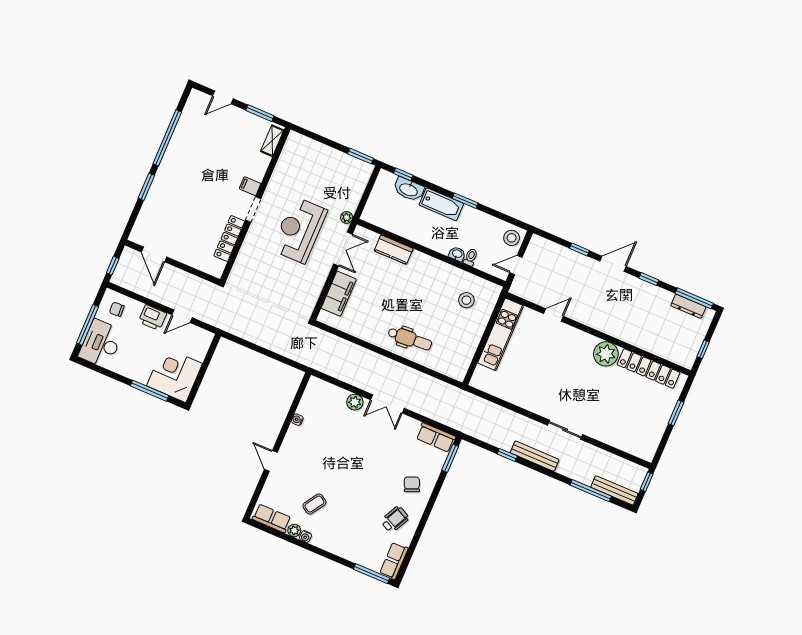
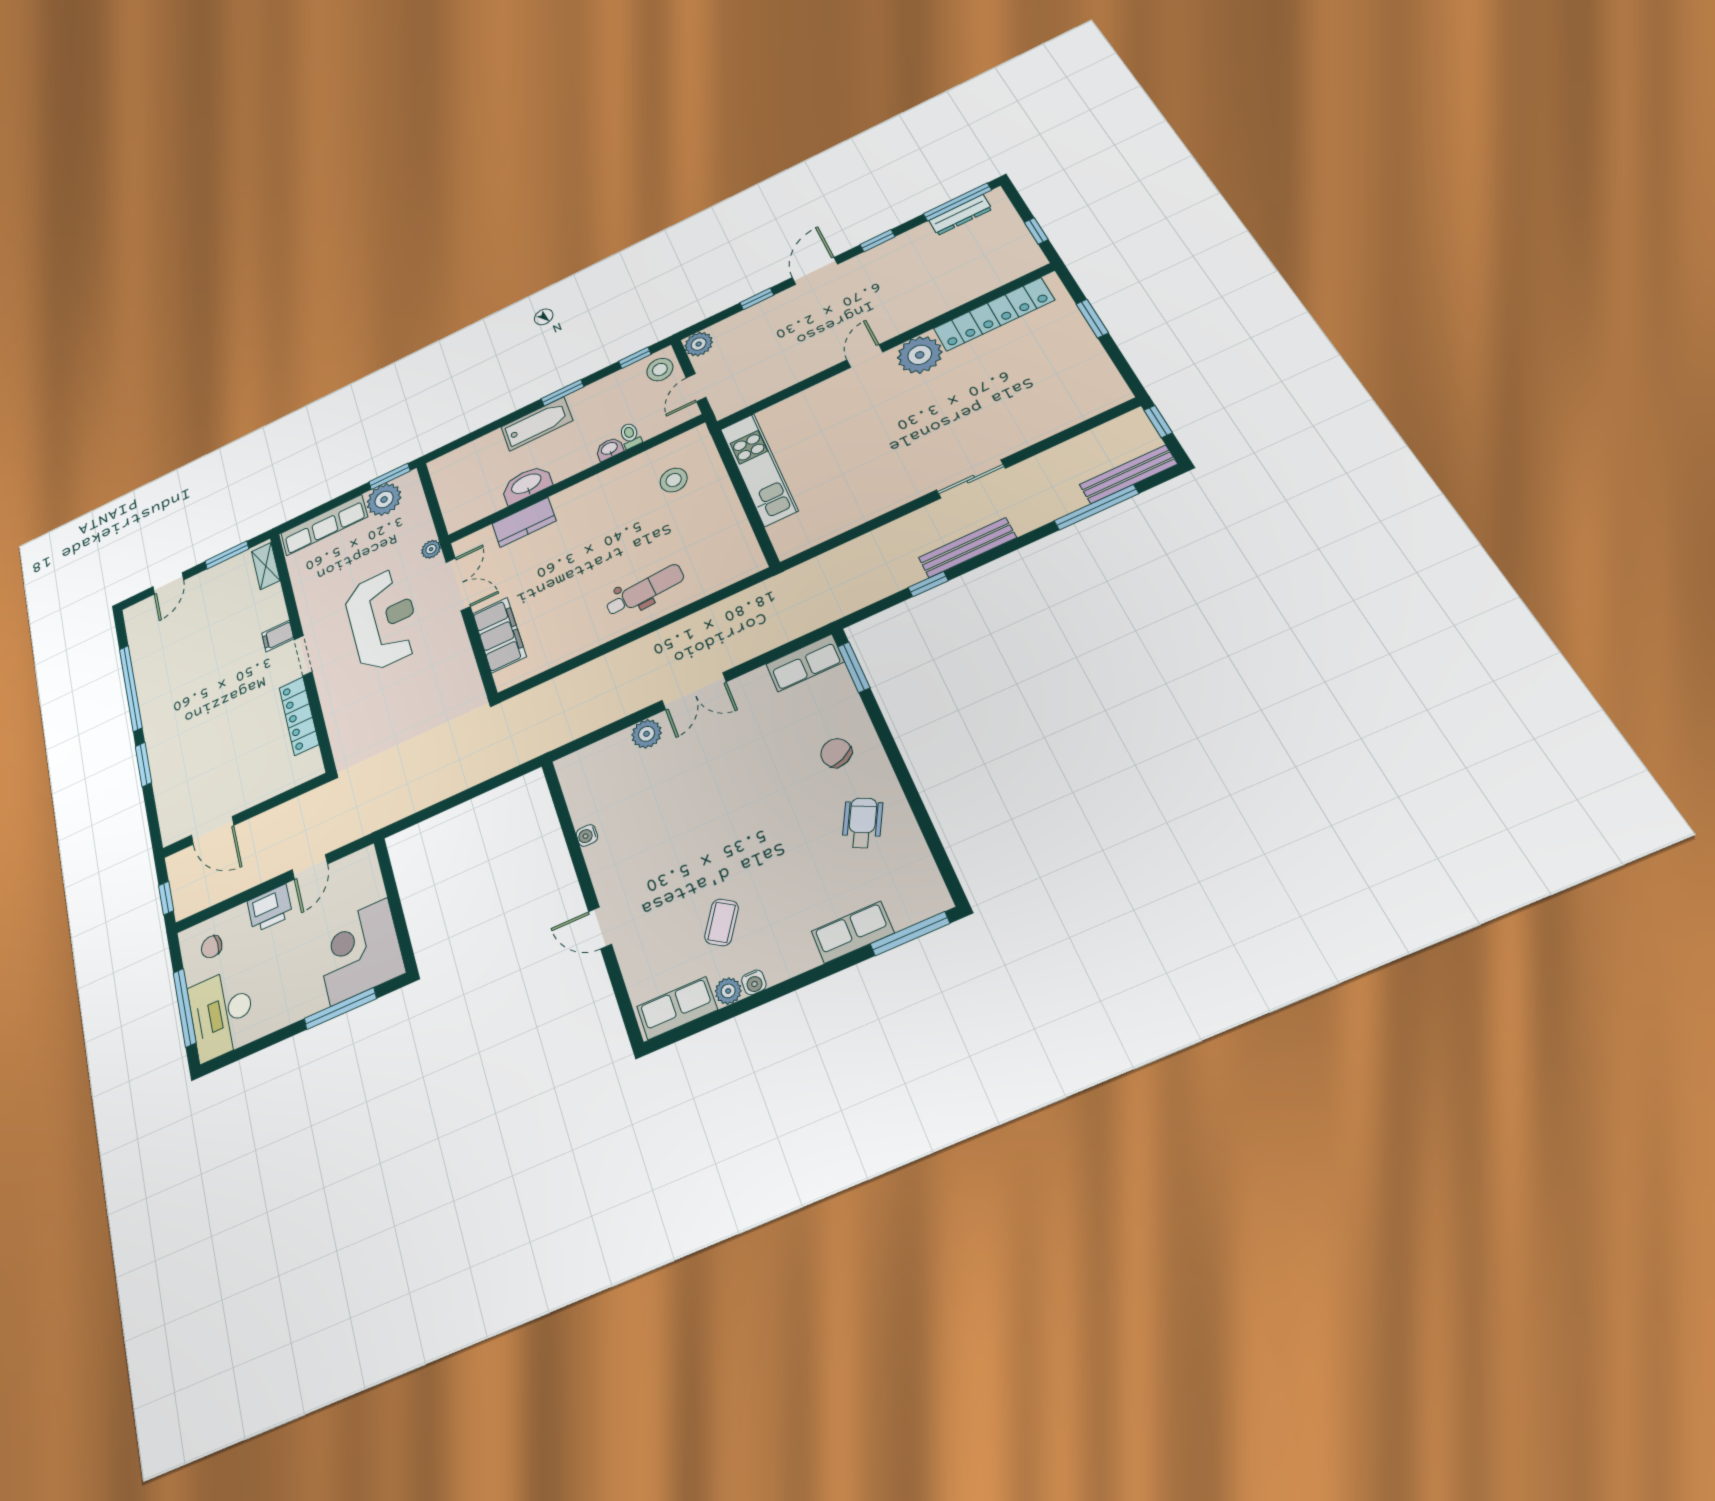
row of seats: (313, 149) -> (324, 525), added
plant: (349, 166) -> (384, 500), added
window: (403, 174) -> (635, 358), moved
washbasin: (409, 189) -> (527, 484), moved, turned 180
reception desk: (299, 230) -> (383, 619), turned 180
plant: (537, 244) -> (699, 344), added
door: (554, 315) -> (865, 356), moved
row of seats: (394, 561) -> (853, 932), moved, turned 90

